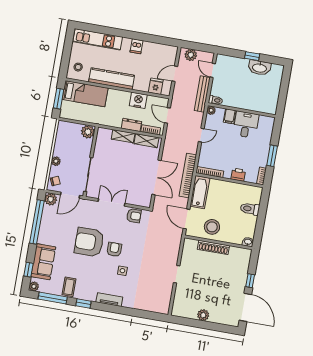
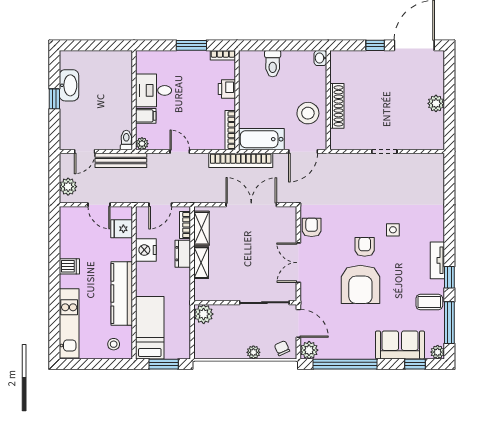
armchair: (114, 249) -> (365, 247), turned 90
tv unit: (109, 300) -> (437, 260), moved

